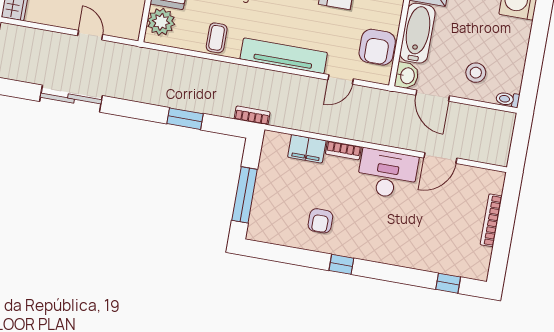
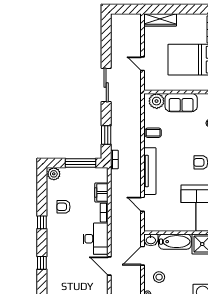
door: (90, 35) -> (142, 64), swing flipped
armchair: (377, 47) -> (163, 221), removed
sliding door: (71, 99) -> (106, 85), moved
window: (185, 119) -> (106, 135), moved
window: (245, 195) -> (81, 163), moved
plant: (259, 228) -> (54, 174), added
window: (448, 283) -> (42, 263), moved

